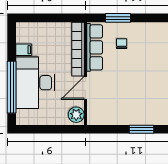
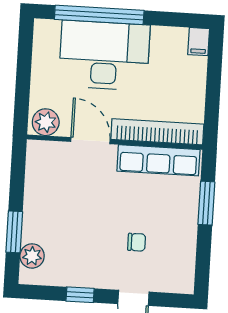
chair: (122, 44) -> (137, 242), moved
filing cabinet: (24, 50) -> (199, 42), moved
plant: (155, 118) -> (32, 256), added

